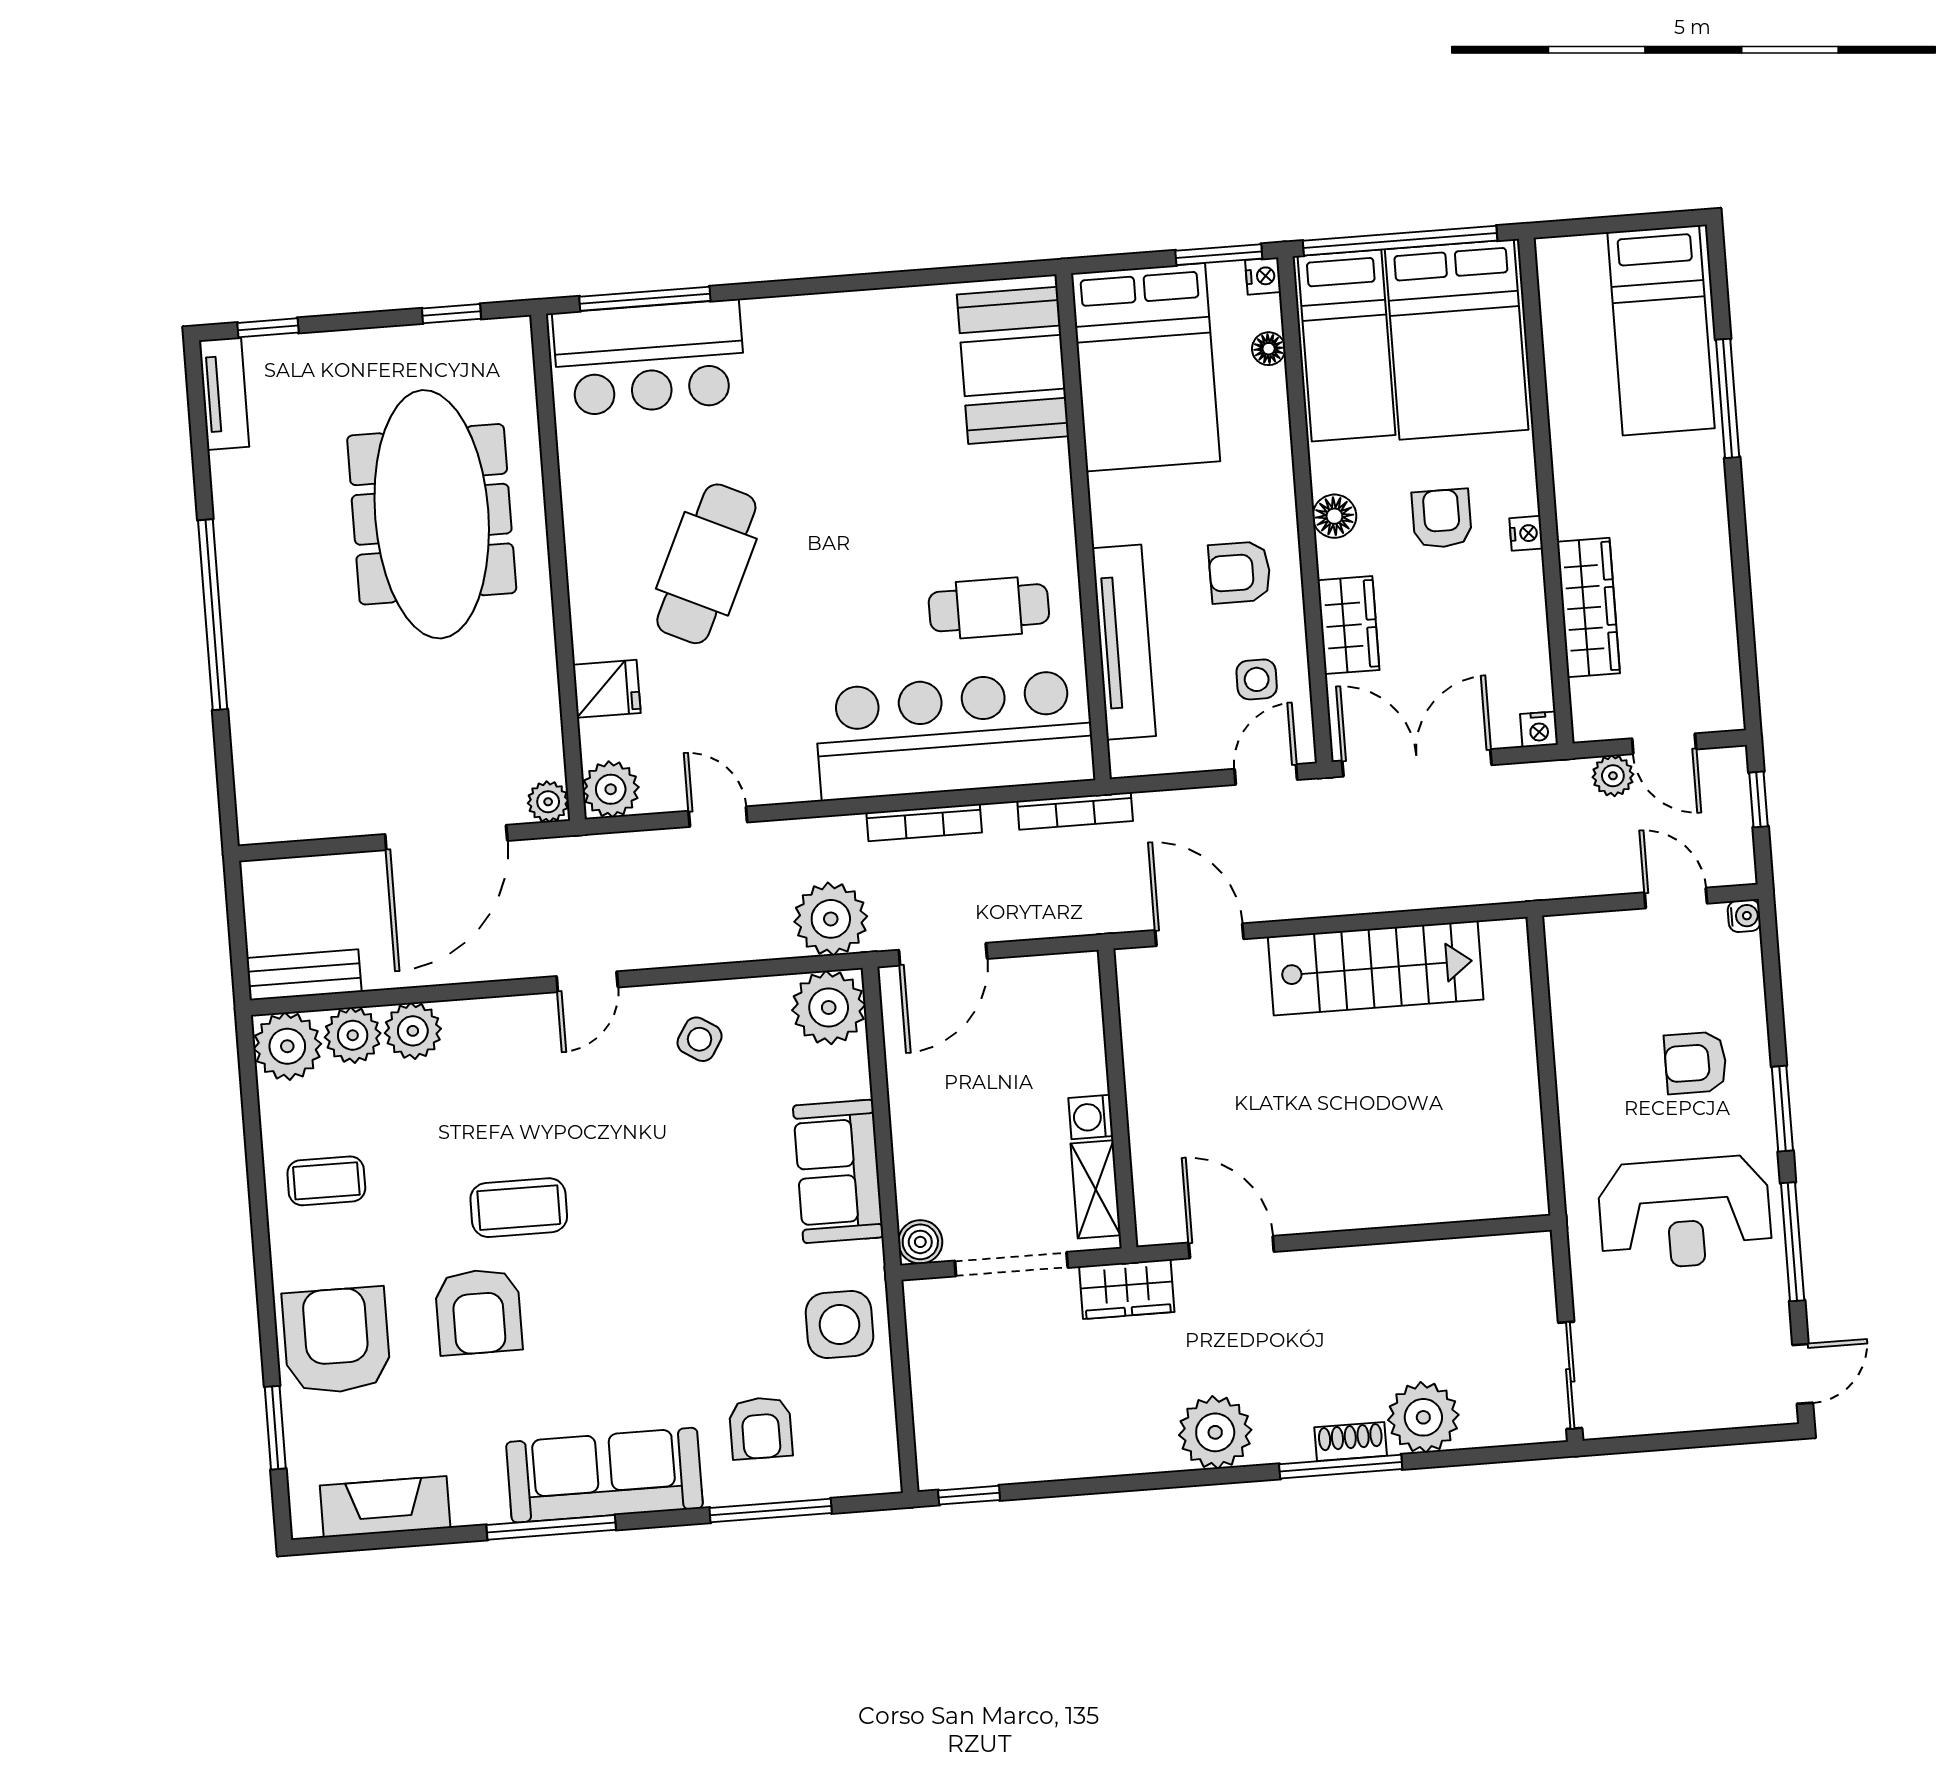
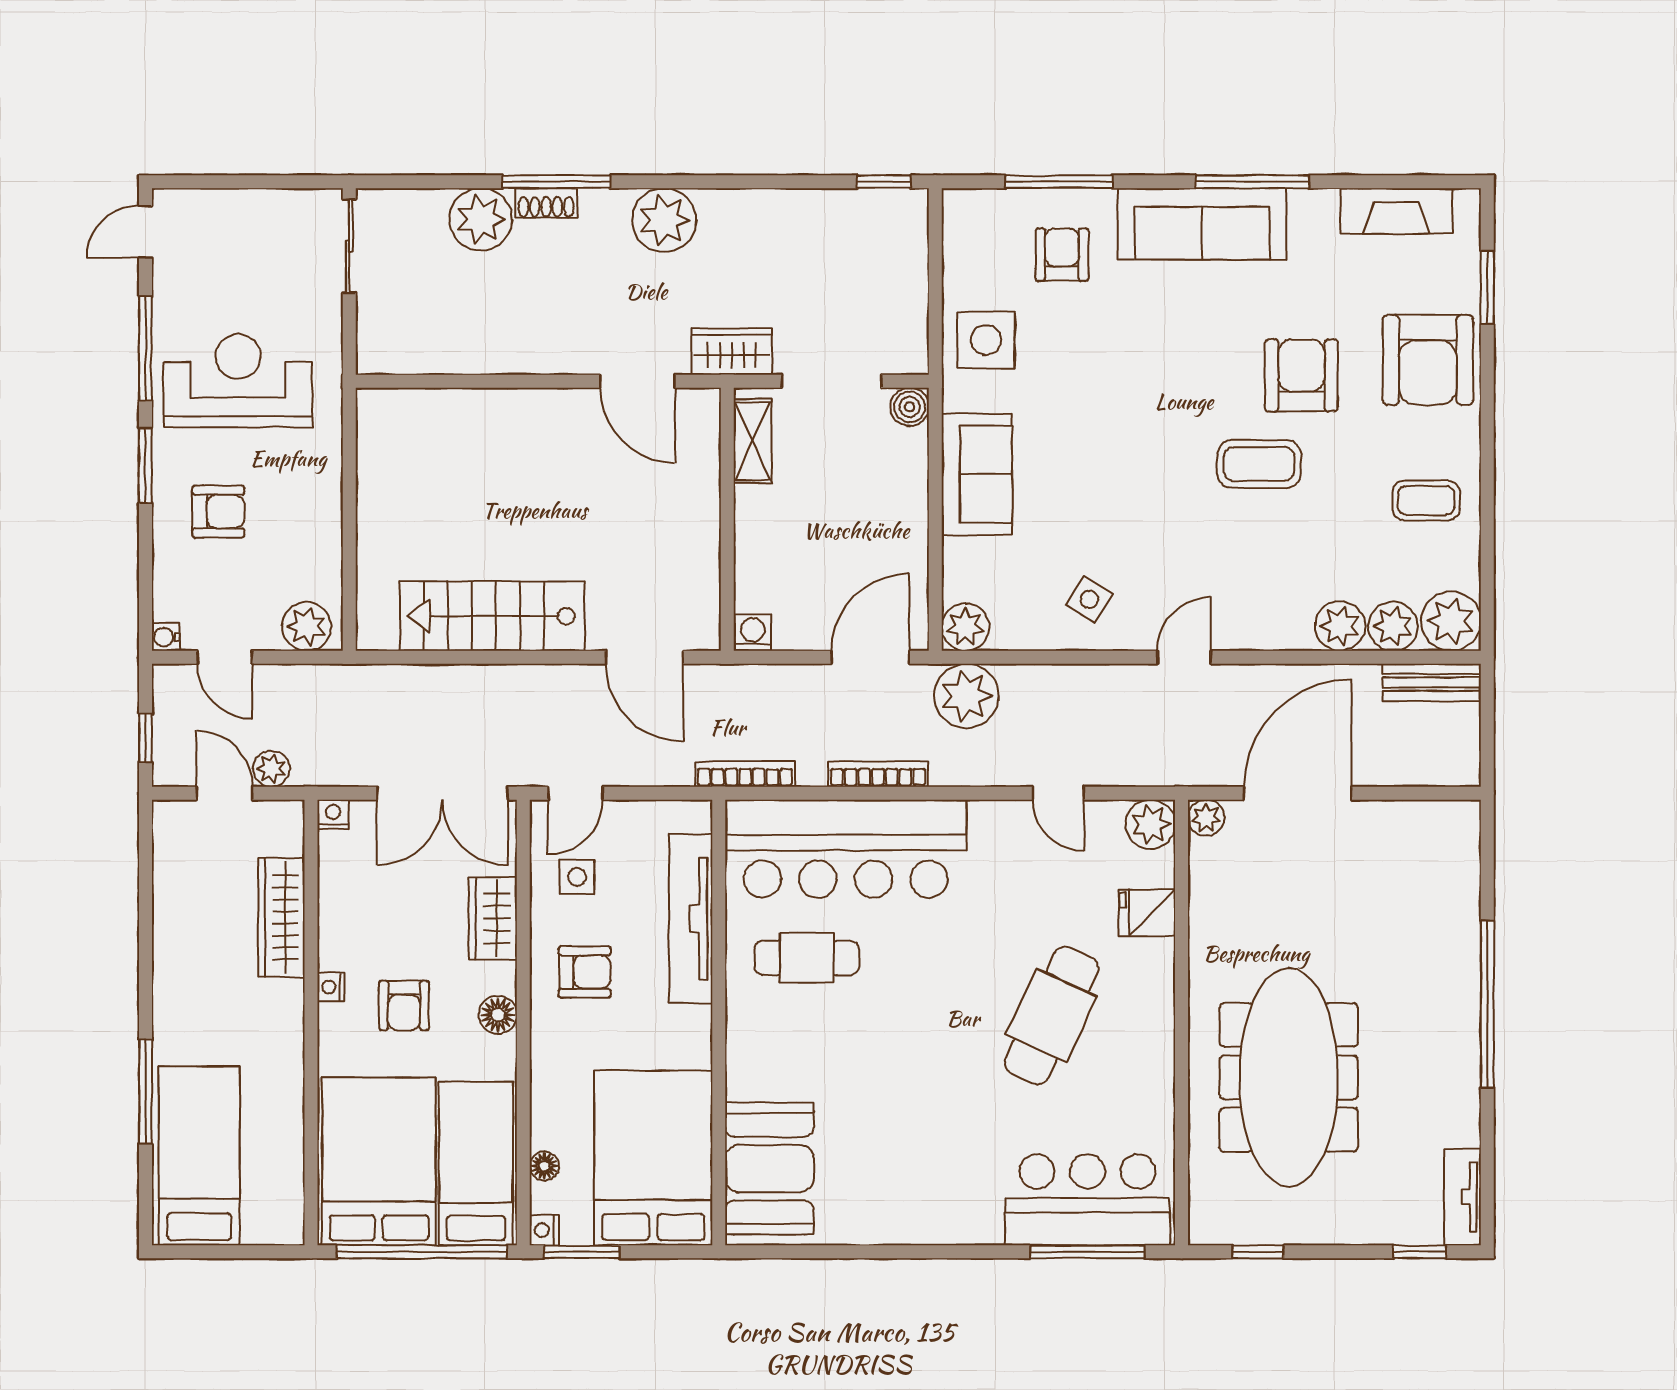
plant: (1585, 940) -> (307, 626), added
plant: (829, 1008) -> (965, 627), width x0.73, depth x0.73
washing machine: (1091, 1117) -> (753, 633), moved, turned -90

